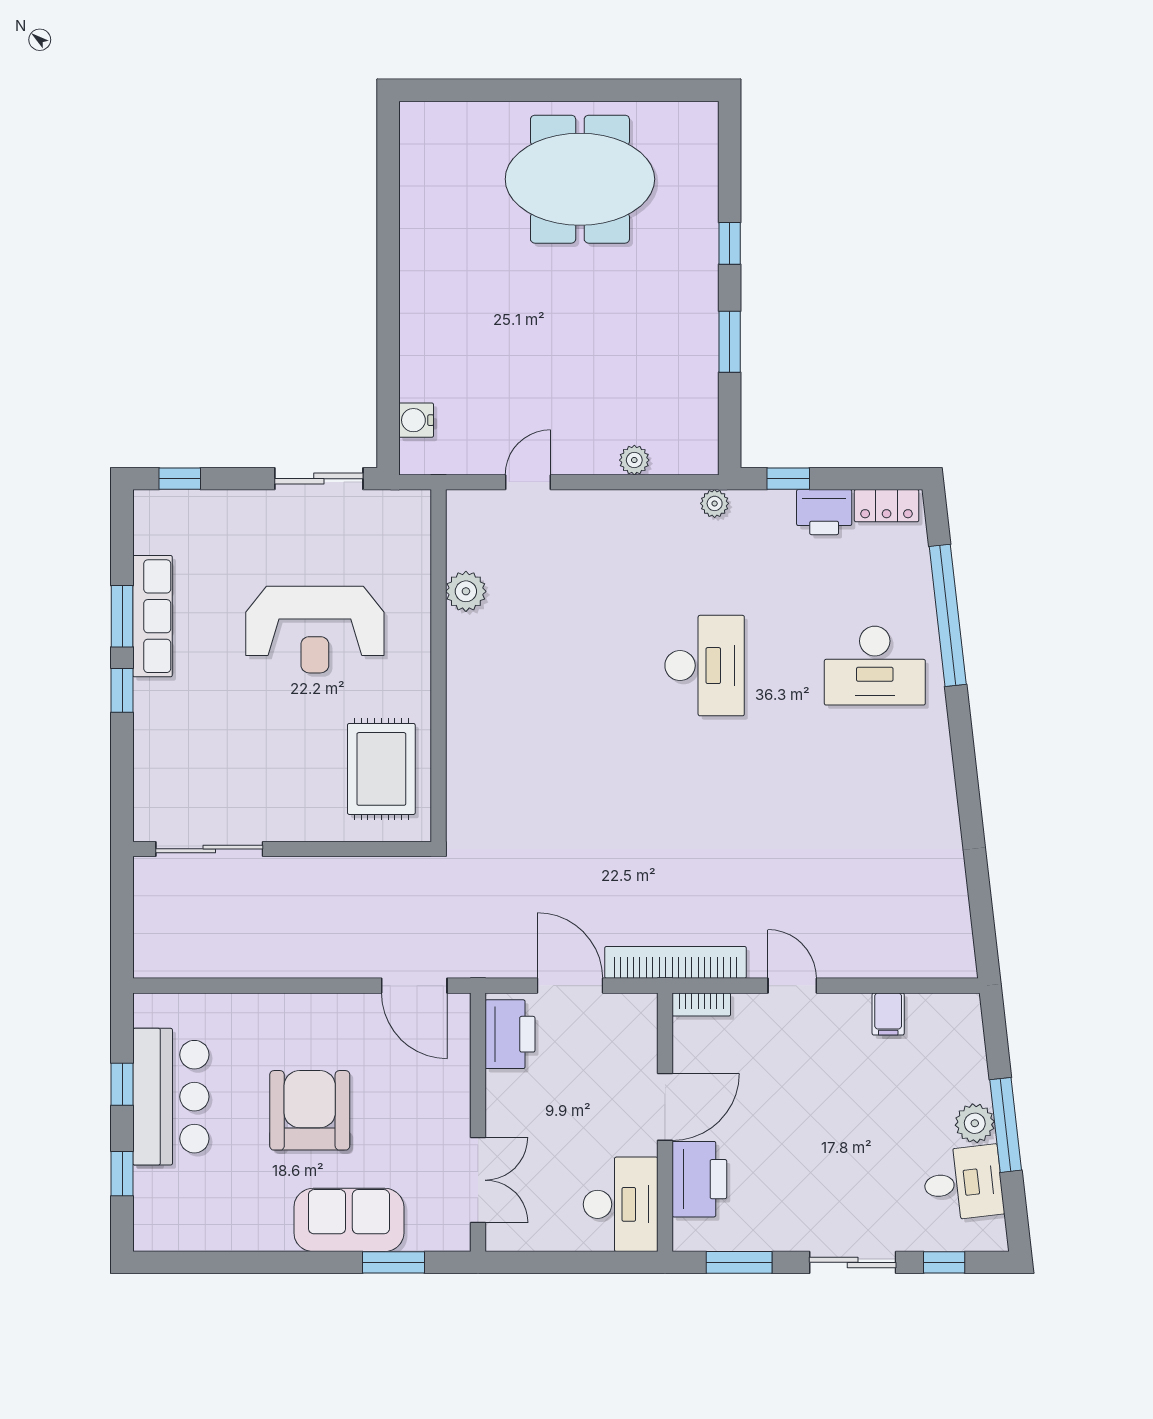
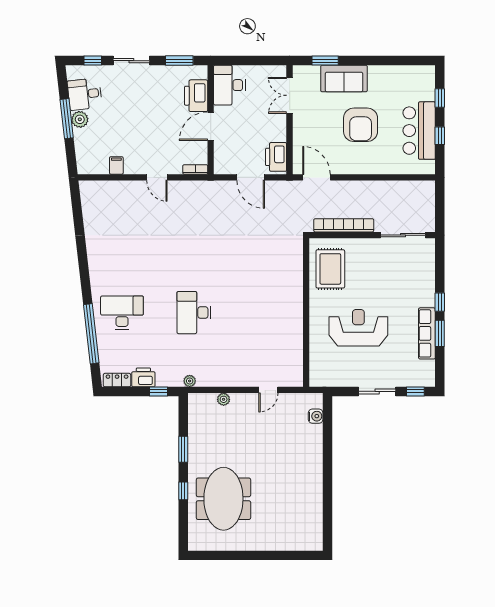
meeting table: (580, 179) -> (223, 499), moved, turned 90
sliding door: (319, 479) -> (377, 391), moved
plant: (466, 591) -> (295, 344), removed
bookcase: (675, 962) -> (344, 225), moved, turned 180

